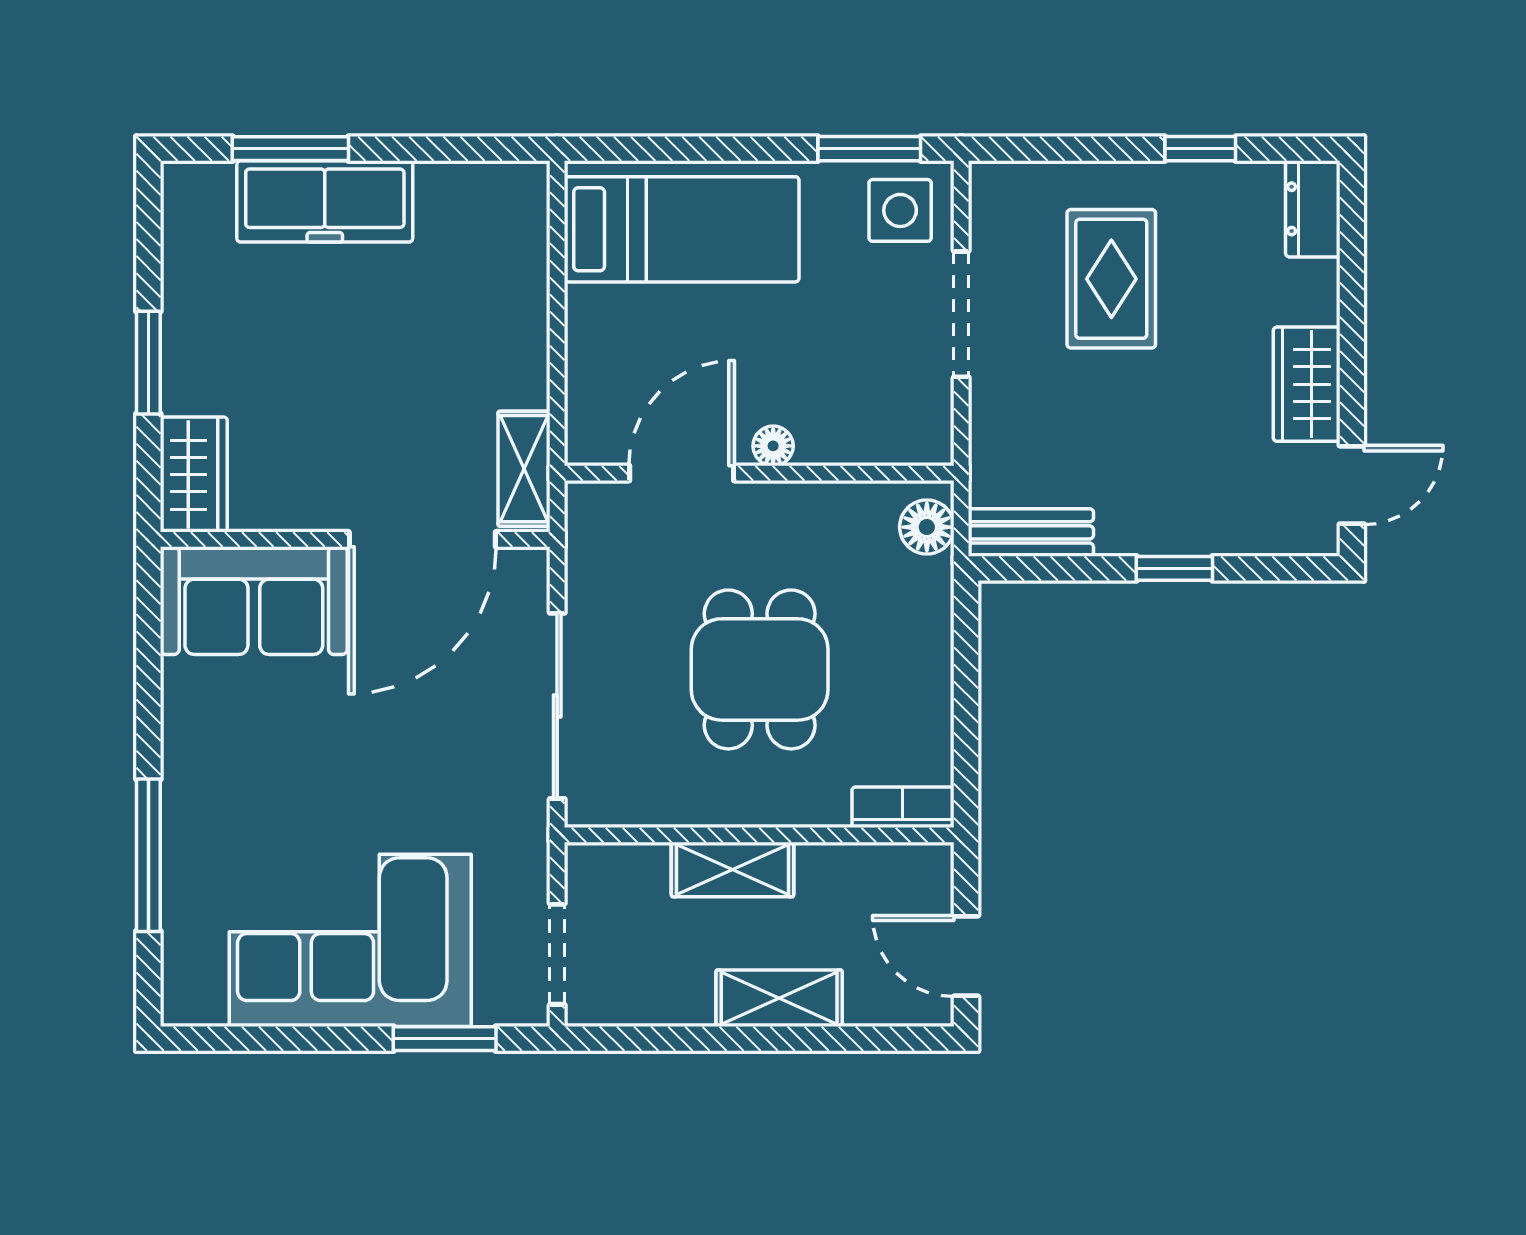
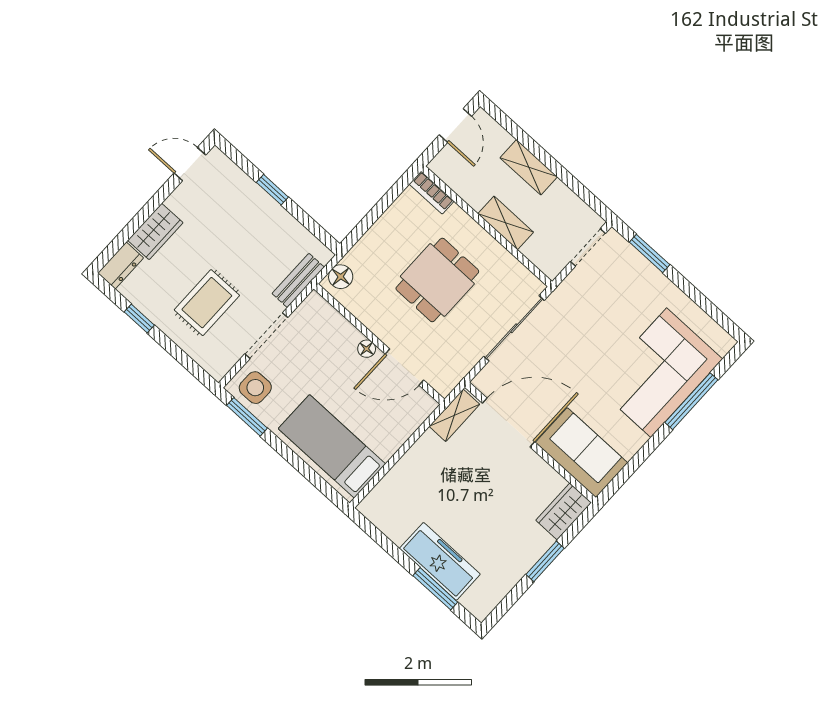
wardrobe: (1307, 384) -> (155, 231), moved
bench: (1031, 532) -> (298, 280), moved, turned 90
corner sofa: (350, 940) -> (659, 373), moved, turned 90

